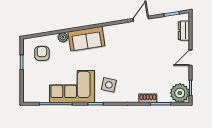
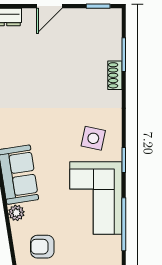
door: (190, 58) -> (49, 6), hinge flipped
plant: (180, 93) -> (106, 23), removed

